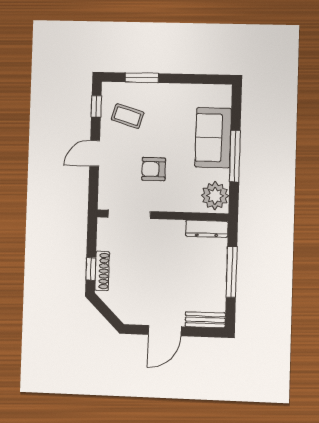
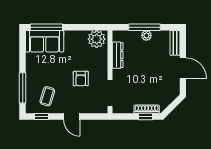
window: (142, 78) -> (23, 88), width x1.44
sofa: (213, 138) -> (45, 41), moved
window: (235, 156) -> (46, 27), moved
dresser: (207, 229) -> (118, 55), moved
plant: (218, 275) -> (146, 35), added

